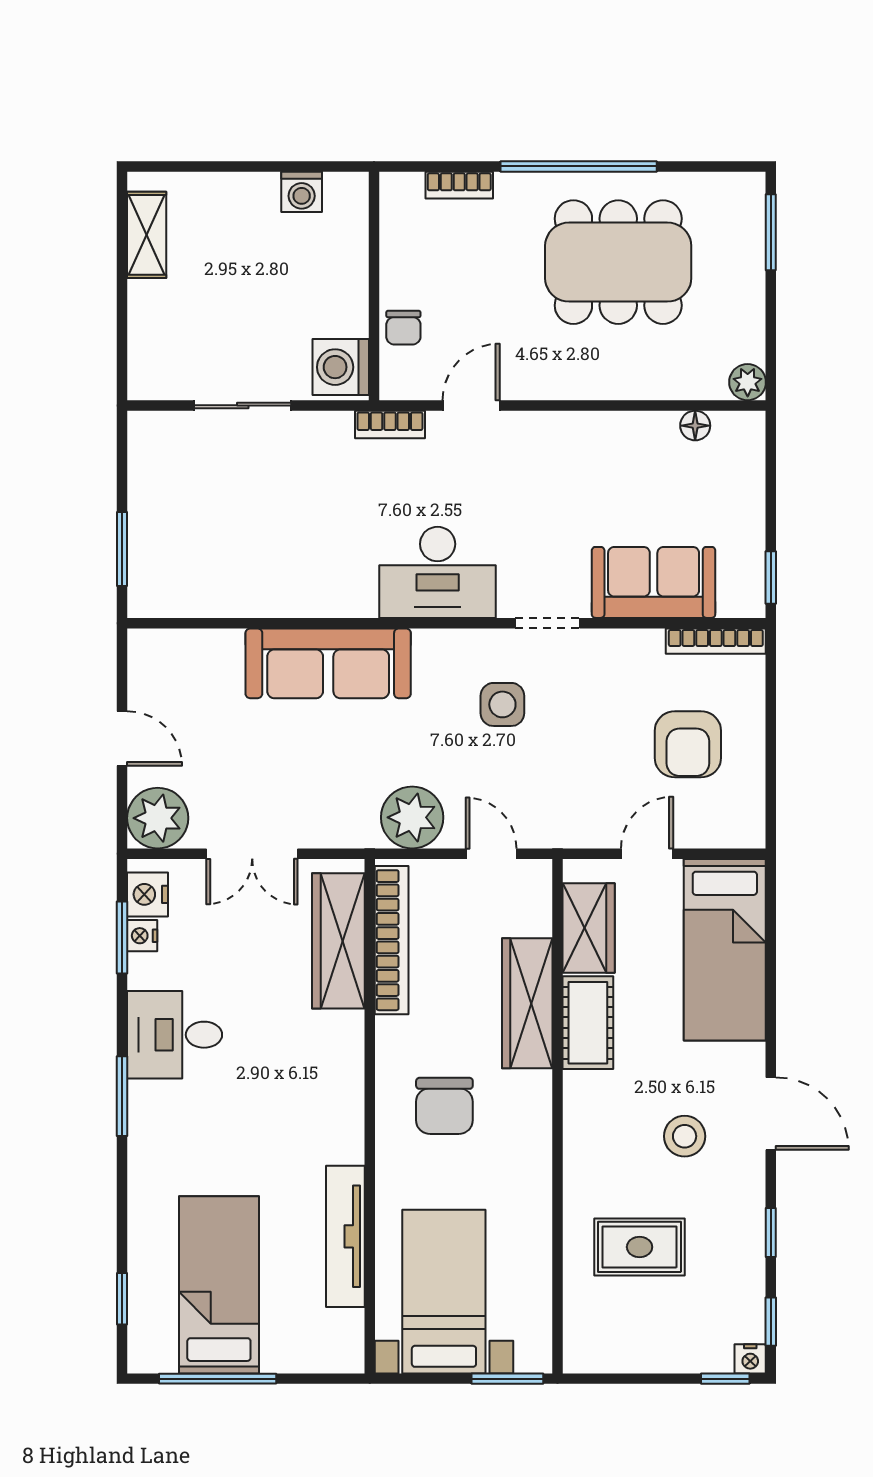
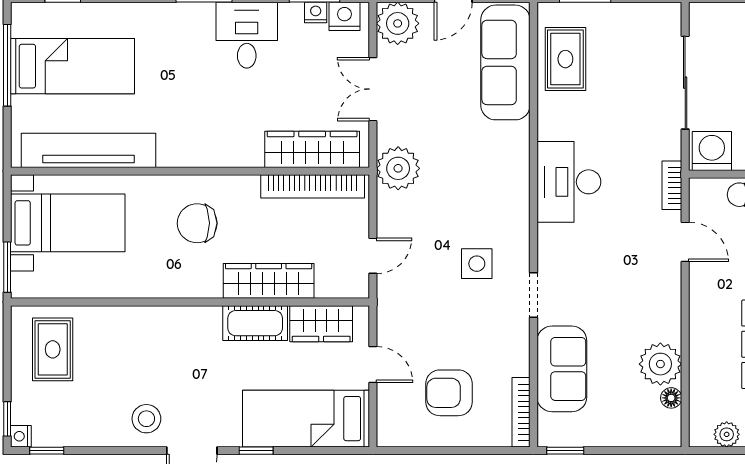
plant: (748, 382) -> (727, 434), moved
sliding door: (243, 405) -> (685, 83), width x1.37
plant: (647, 441) -> (660, 364), added
desk: (438, 572) -> (569, 182), moved
rug: (209, 577) -> (565, 59), added
sofa: (328, 663) -> (505, 62), moved
plant: (412, 817) -> (398, 168), moved
stool: (685, 1136) -> (146, 419), moved
window: (771, 1232) -> (256, 451), moved
tv unit: (345, 1236) -> (88, 150), width x1.36, depth x1.29
rug: (640, 1247) -> (53, 349), moved

